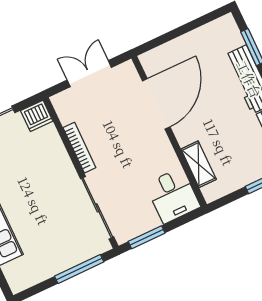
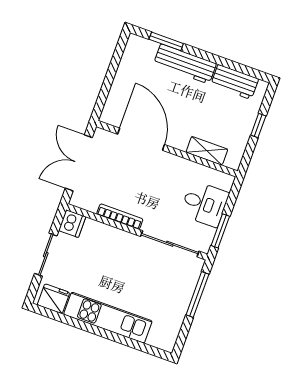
double door: (89, 74) -> (79, 163), width x1.37
desk: (173, 195) -> (204, 204), moved

